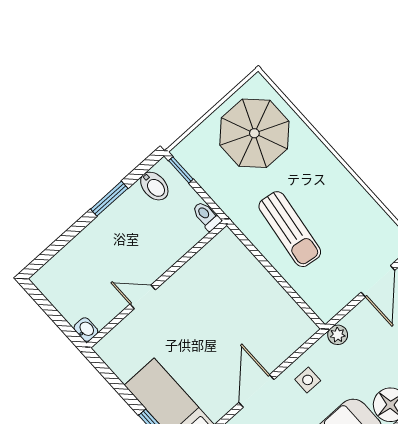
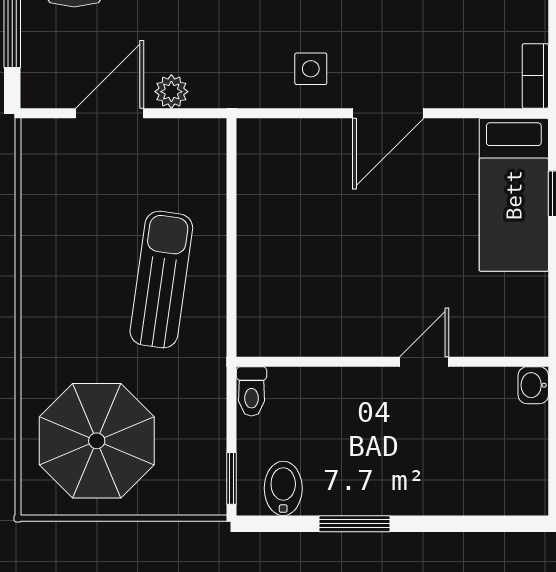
door: (143, 297) -> (424, 362), swing flipped
plant: (338, 335) -> (171, 92), moved

